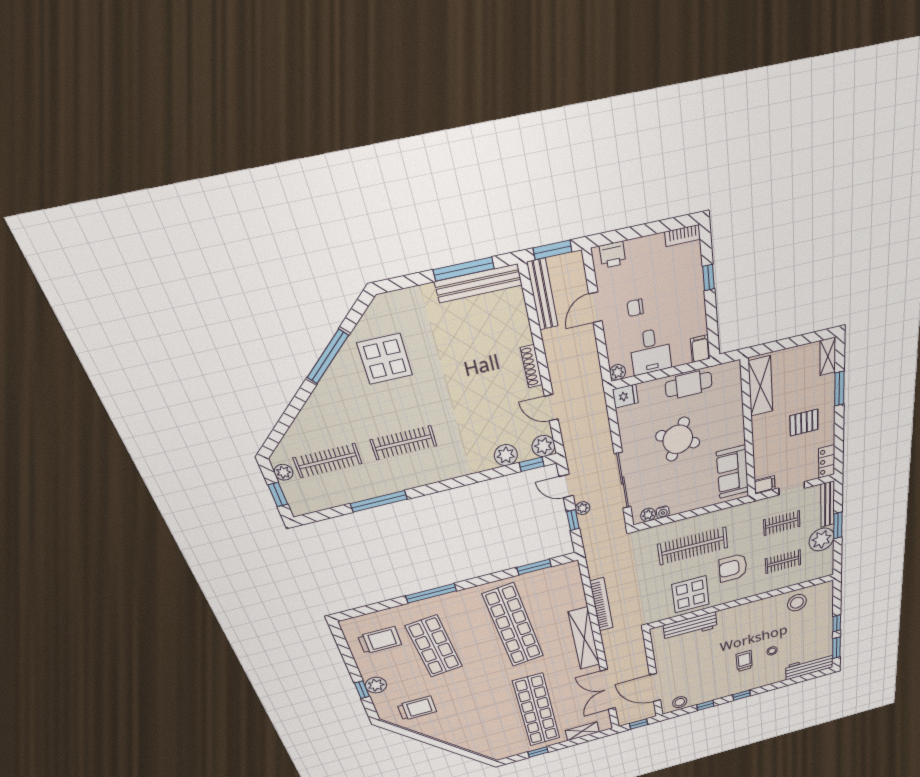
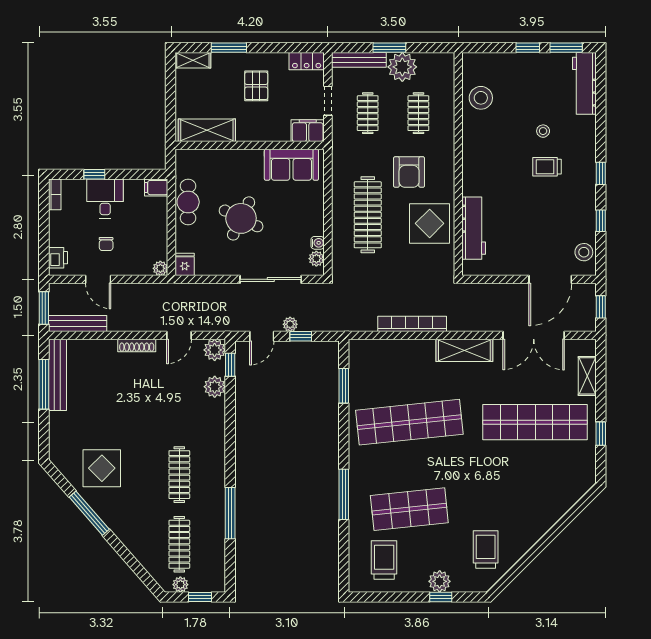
desk: (651, 351) -> (105, 198), moved, turned -90
filing cabinet: (765, 485) -> (308, 131), width x2.00
shelving: (584, 639) -> (464, 350), width x0.68

